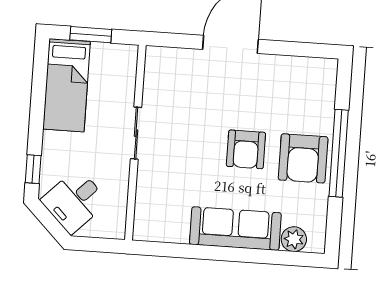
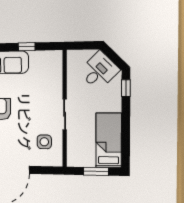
side table: (174, 89) -> (44, 142), added
window: (192, 251) -> (27, 47), added

